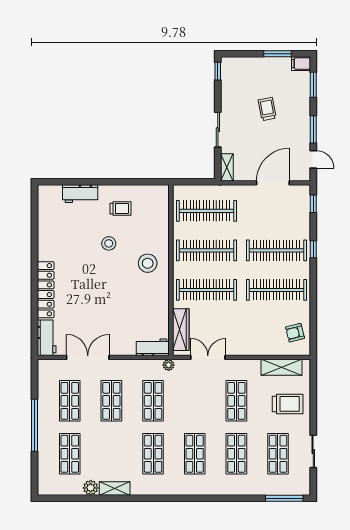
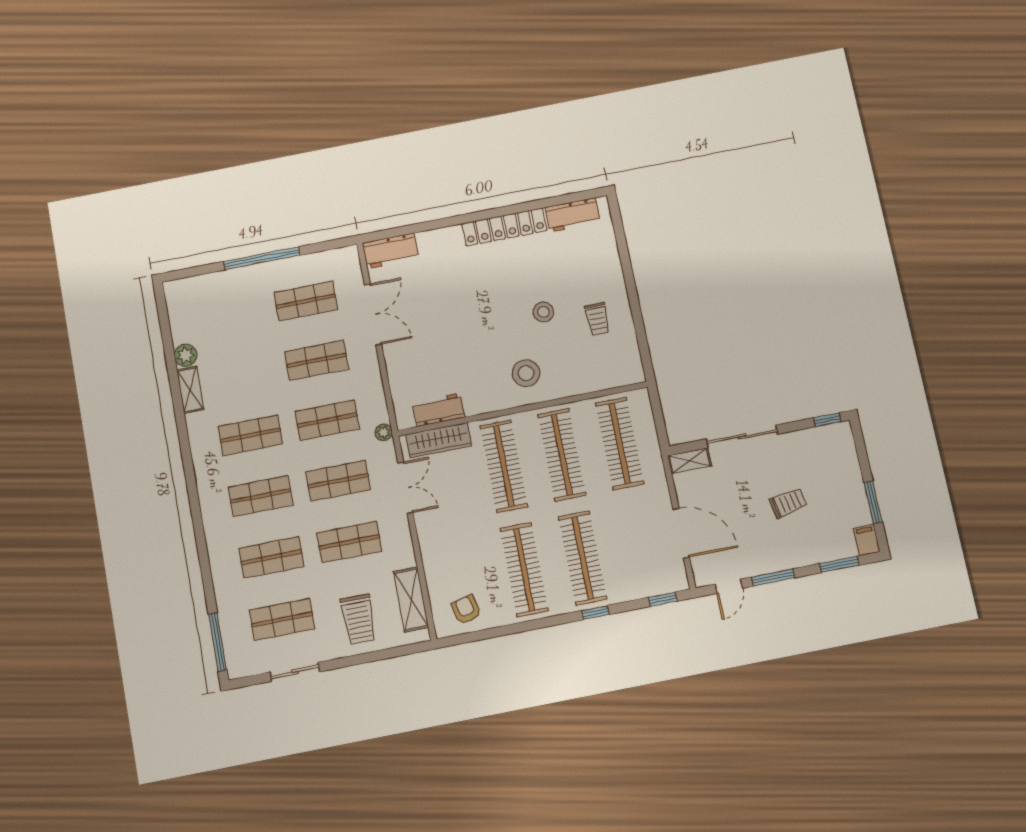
sliding door: (218, 130) -> (742, 437), width x1.37
workbench: (80, 194) -> (573, 215), moved, turned -90
locker: (46, 290) -> (504, 227), moved
workbench: (153, 347) -> (439, 410), moved, turned -90
shop shelf: (70, 454) -> (338, 481), moved

